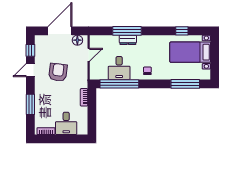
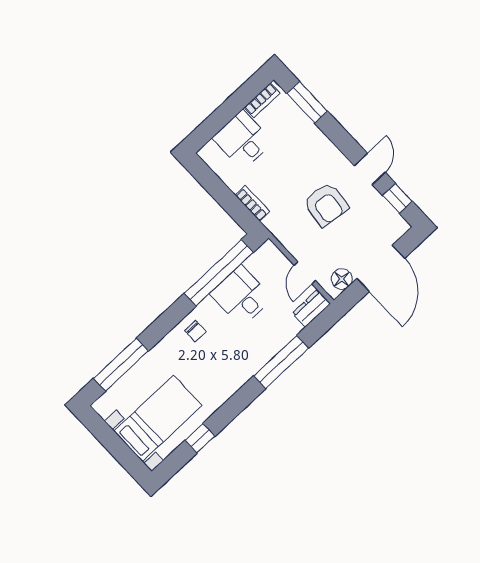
dresser: (128, 40) -> (311, 308), moved
window: (30, 104) -> (307, 102), moved

